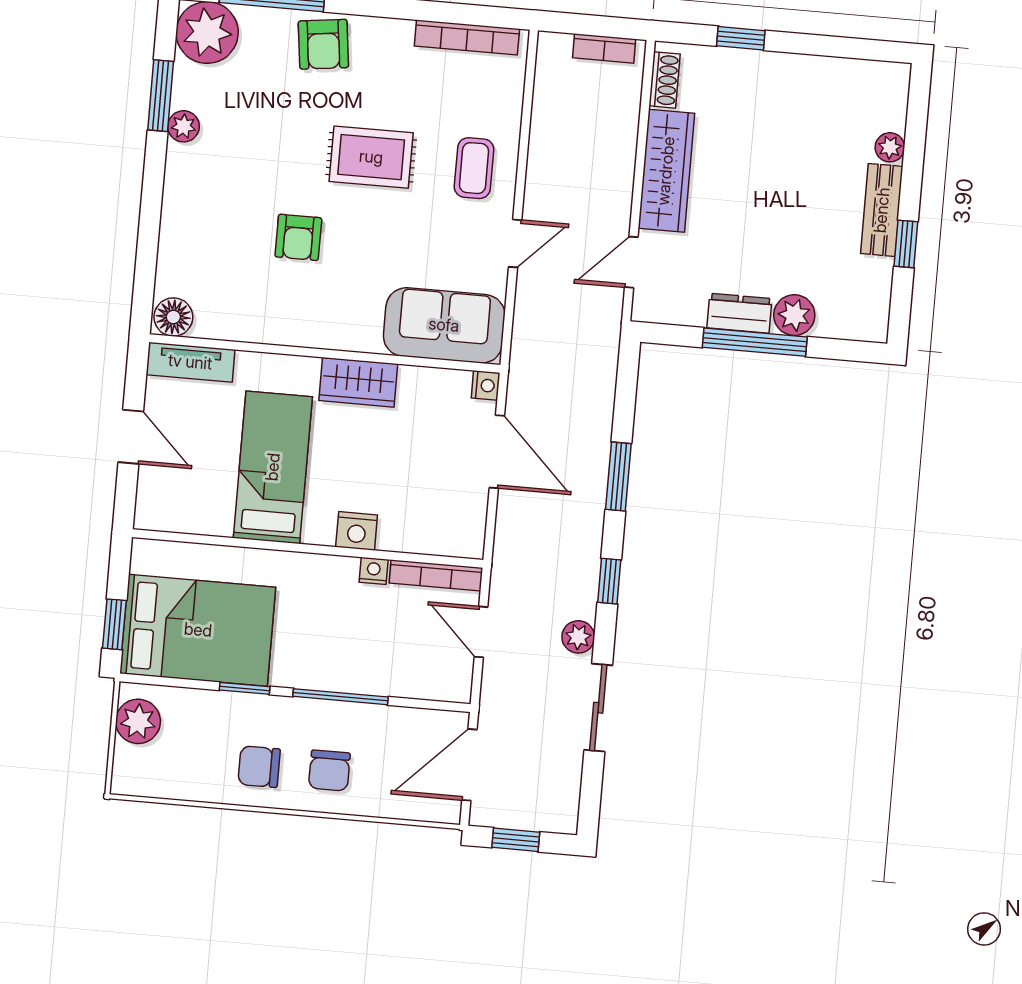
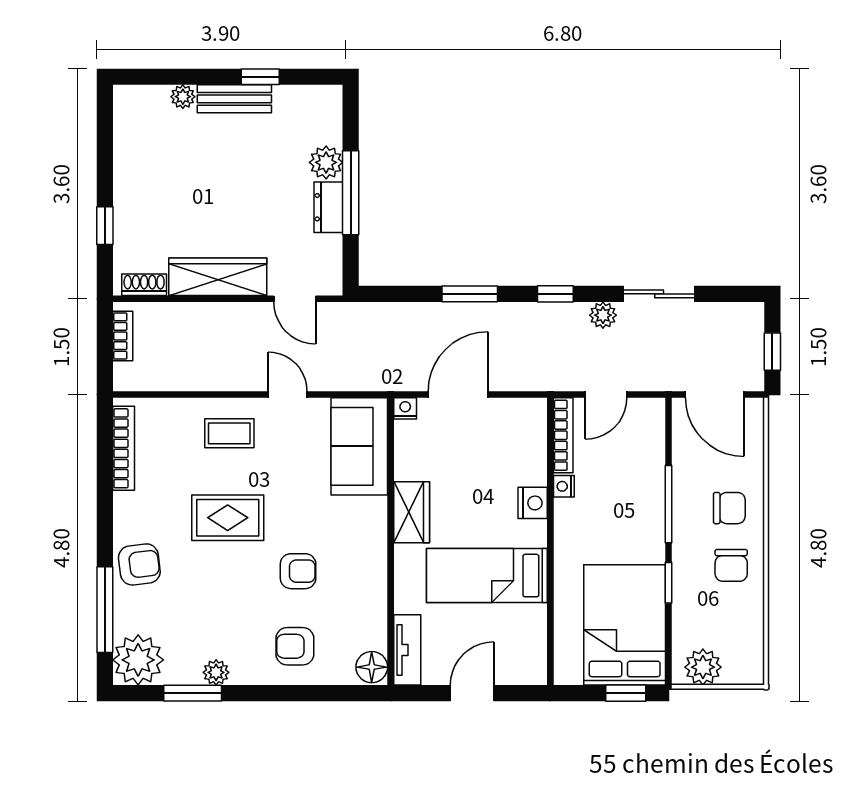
rug: (371, 157) -> (228, 518), turned 90
armchair: (207, 225) -> (295, 646), added

